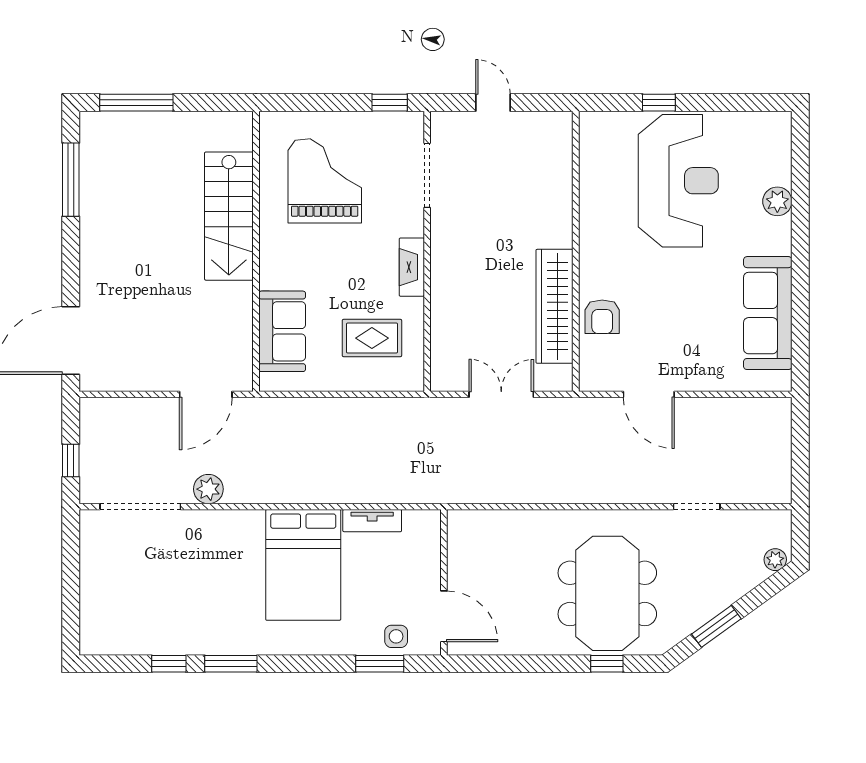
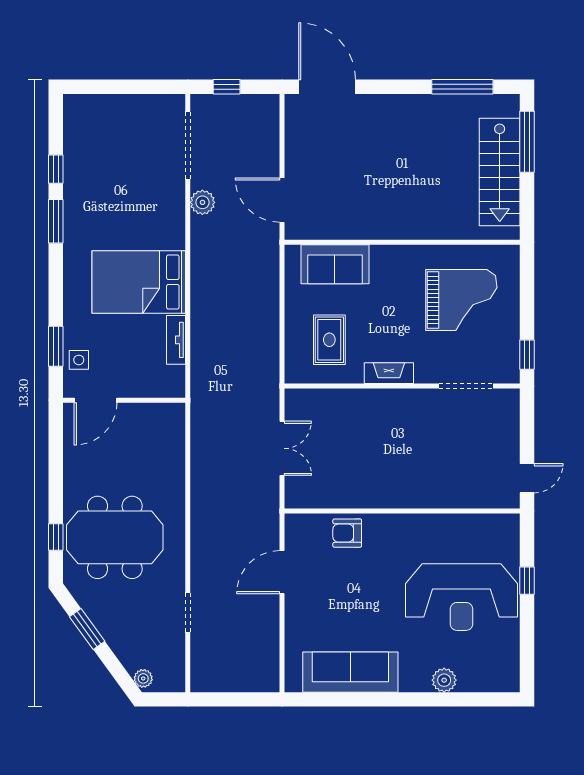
door: (493, 103) -> (527, 478), moved
stairs: (229, 216) -> (500, 172), moved, turned -90
wardrobe: (554, 306) -> (356, 493), removed

